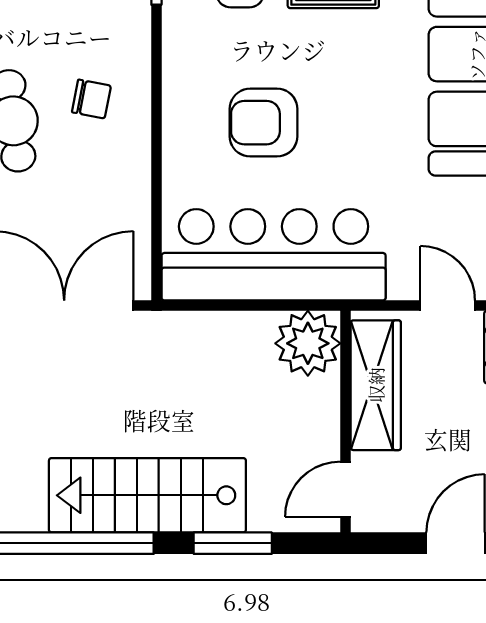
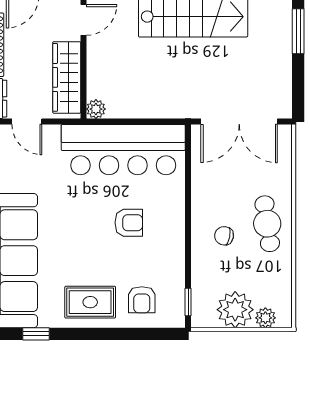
armchair: (264, 123) -> (129, 223), width x0.72, depth x0.72
plant: (308, 343) -> (96, 109), width x0.53, depth x0.53

